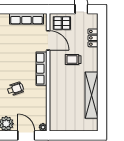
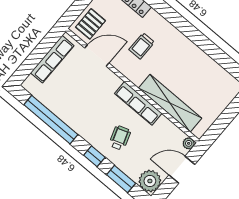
row of seats: (42, 69) -> (138, 103), moved
shelving: (92, 95) -> (170, 103), moved

